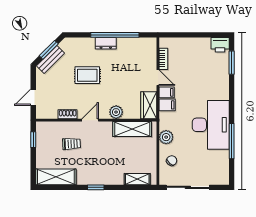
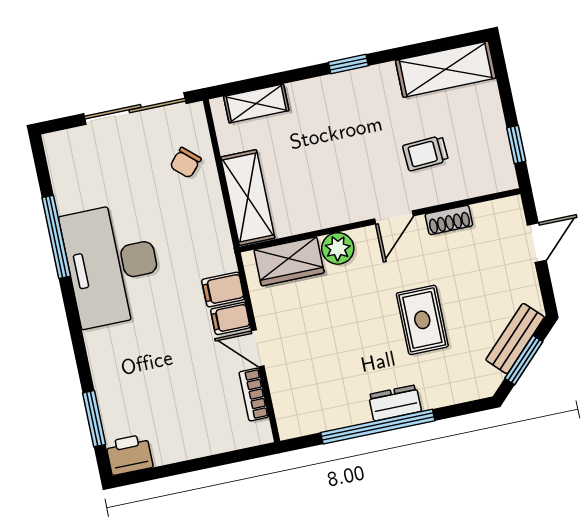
rug: (87, 75) -> (422, 320), turned 90
wardrobe: (149, 105) -> (289, 261), moved, turned 90
shelving: (132, 129) -> (248, 198), moved, turned 90
plant: (166, 137) -> (210, 215), removed

